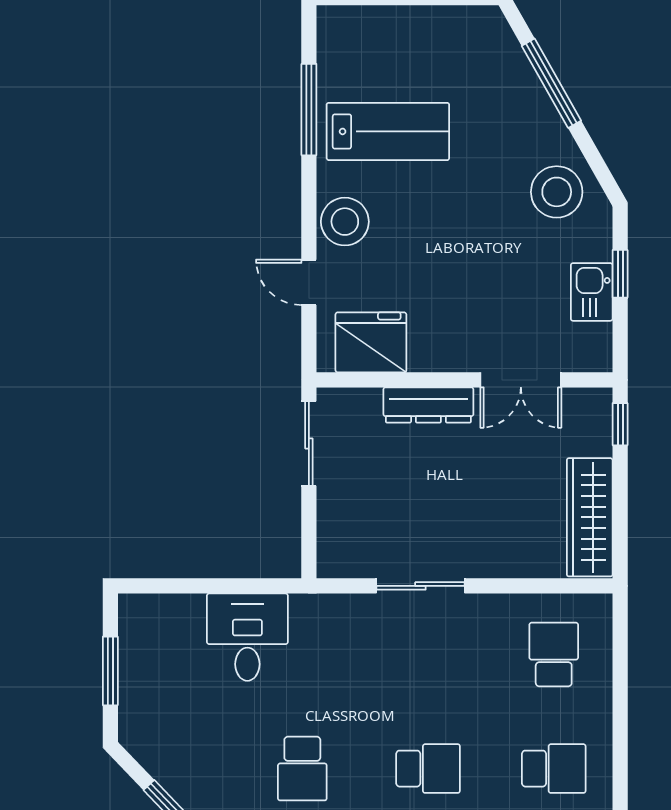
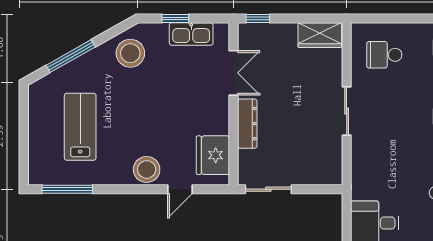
window: (309, 110) -> (67, 189), moved
lab bench: (388, 131) -> (80, 127), moved
kitchen sink: (592, 292) -> (191, 34), width x1.38
wardrobe: (590, 517) -> (320, 35), width x0.67
sliding door: (420, 586) -> (347, 111), moved

